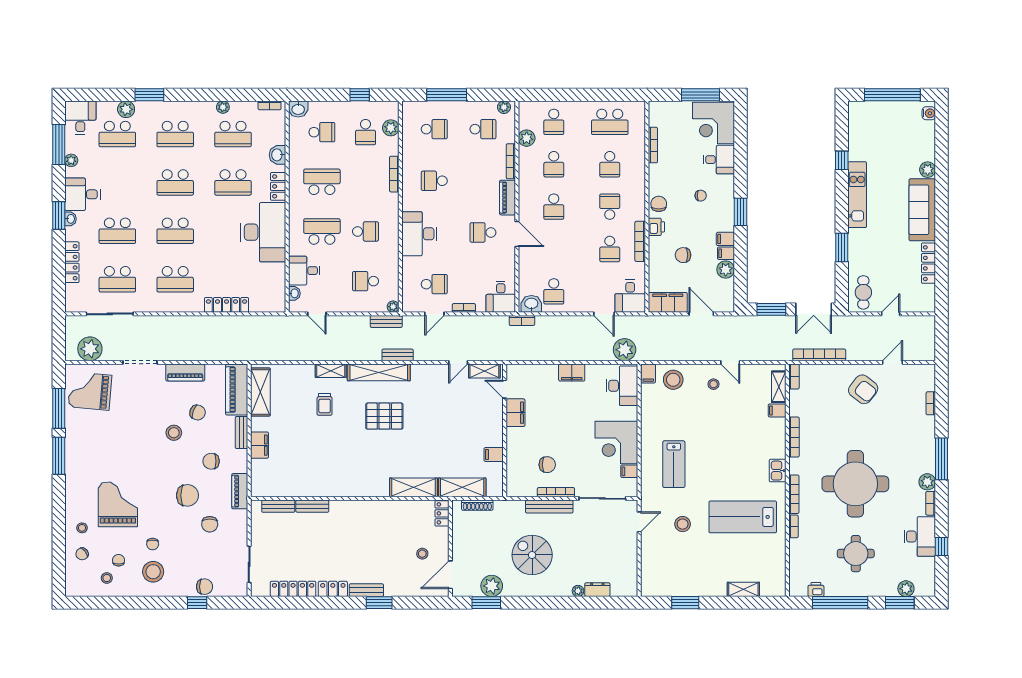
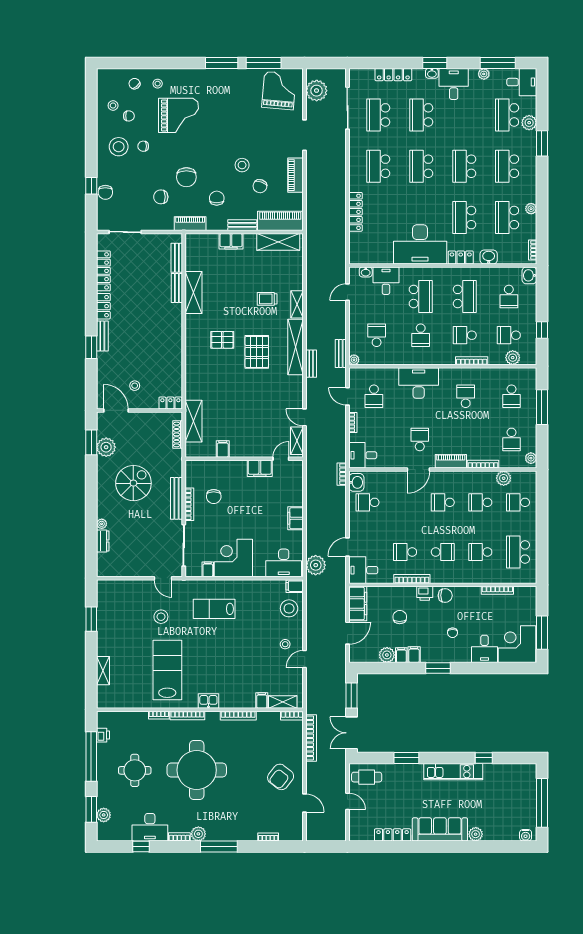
school desk: (366, 182) -> (465, 335), added
pallet: (371, 455) -> (222, 340), added
shelving: (414, 487) -> (194, 292), moved

